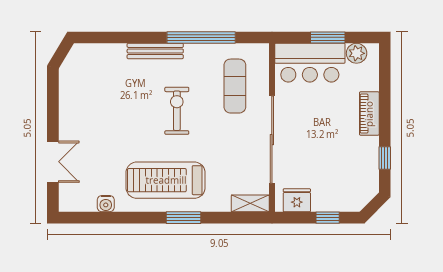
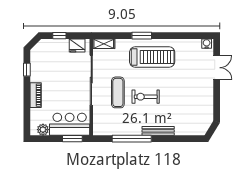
window: (328, 37) -> (72, 139), moved
exercise mat: (235, 86) -> (118, 92), moved
exercise bike: (177, 111) -> (146, 97), turned 90
double door: (53, 162) -> (217, 68), swing flipped
water cooler: (106, 204) -> (207, 44), moved

